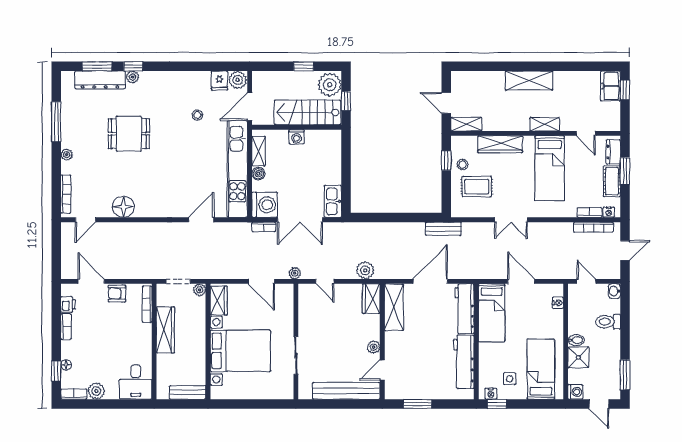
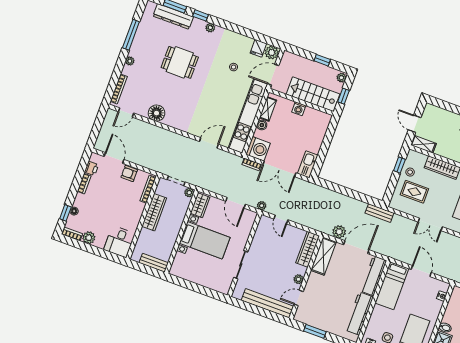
plant: (132, 77) -> (210, 28), moved
plant: (330, 85) -> (341, 78), width x0.53, depth x0.53
plant: (365, 270) -> (339, 232), moved
wardrobe: (371, 299) -> (308, 249), width x1.50
bed with nightstands: (240, 351) -> (205, 240), width x0.73

